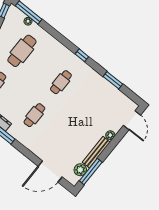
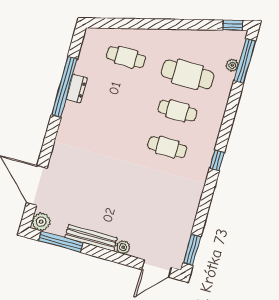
window: (113, 80) -> (192, 250), moved
cafe table: (34, 115) -> (177, 111), moved
plant: (80, 170) -> (41, 222), moved

